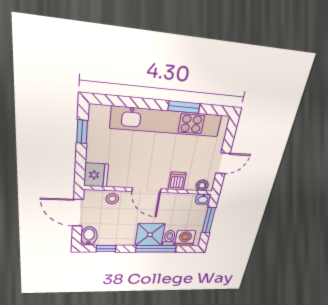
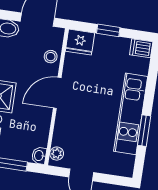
kitchen unit: (167, 122) -> (131, 114), width x0.73
window: (82, 132) -> (108, 30), moved
dishwasher: (177, 181) -> (141, 48), moved, turned 180

